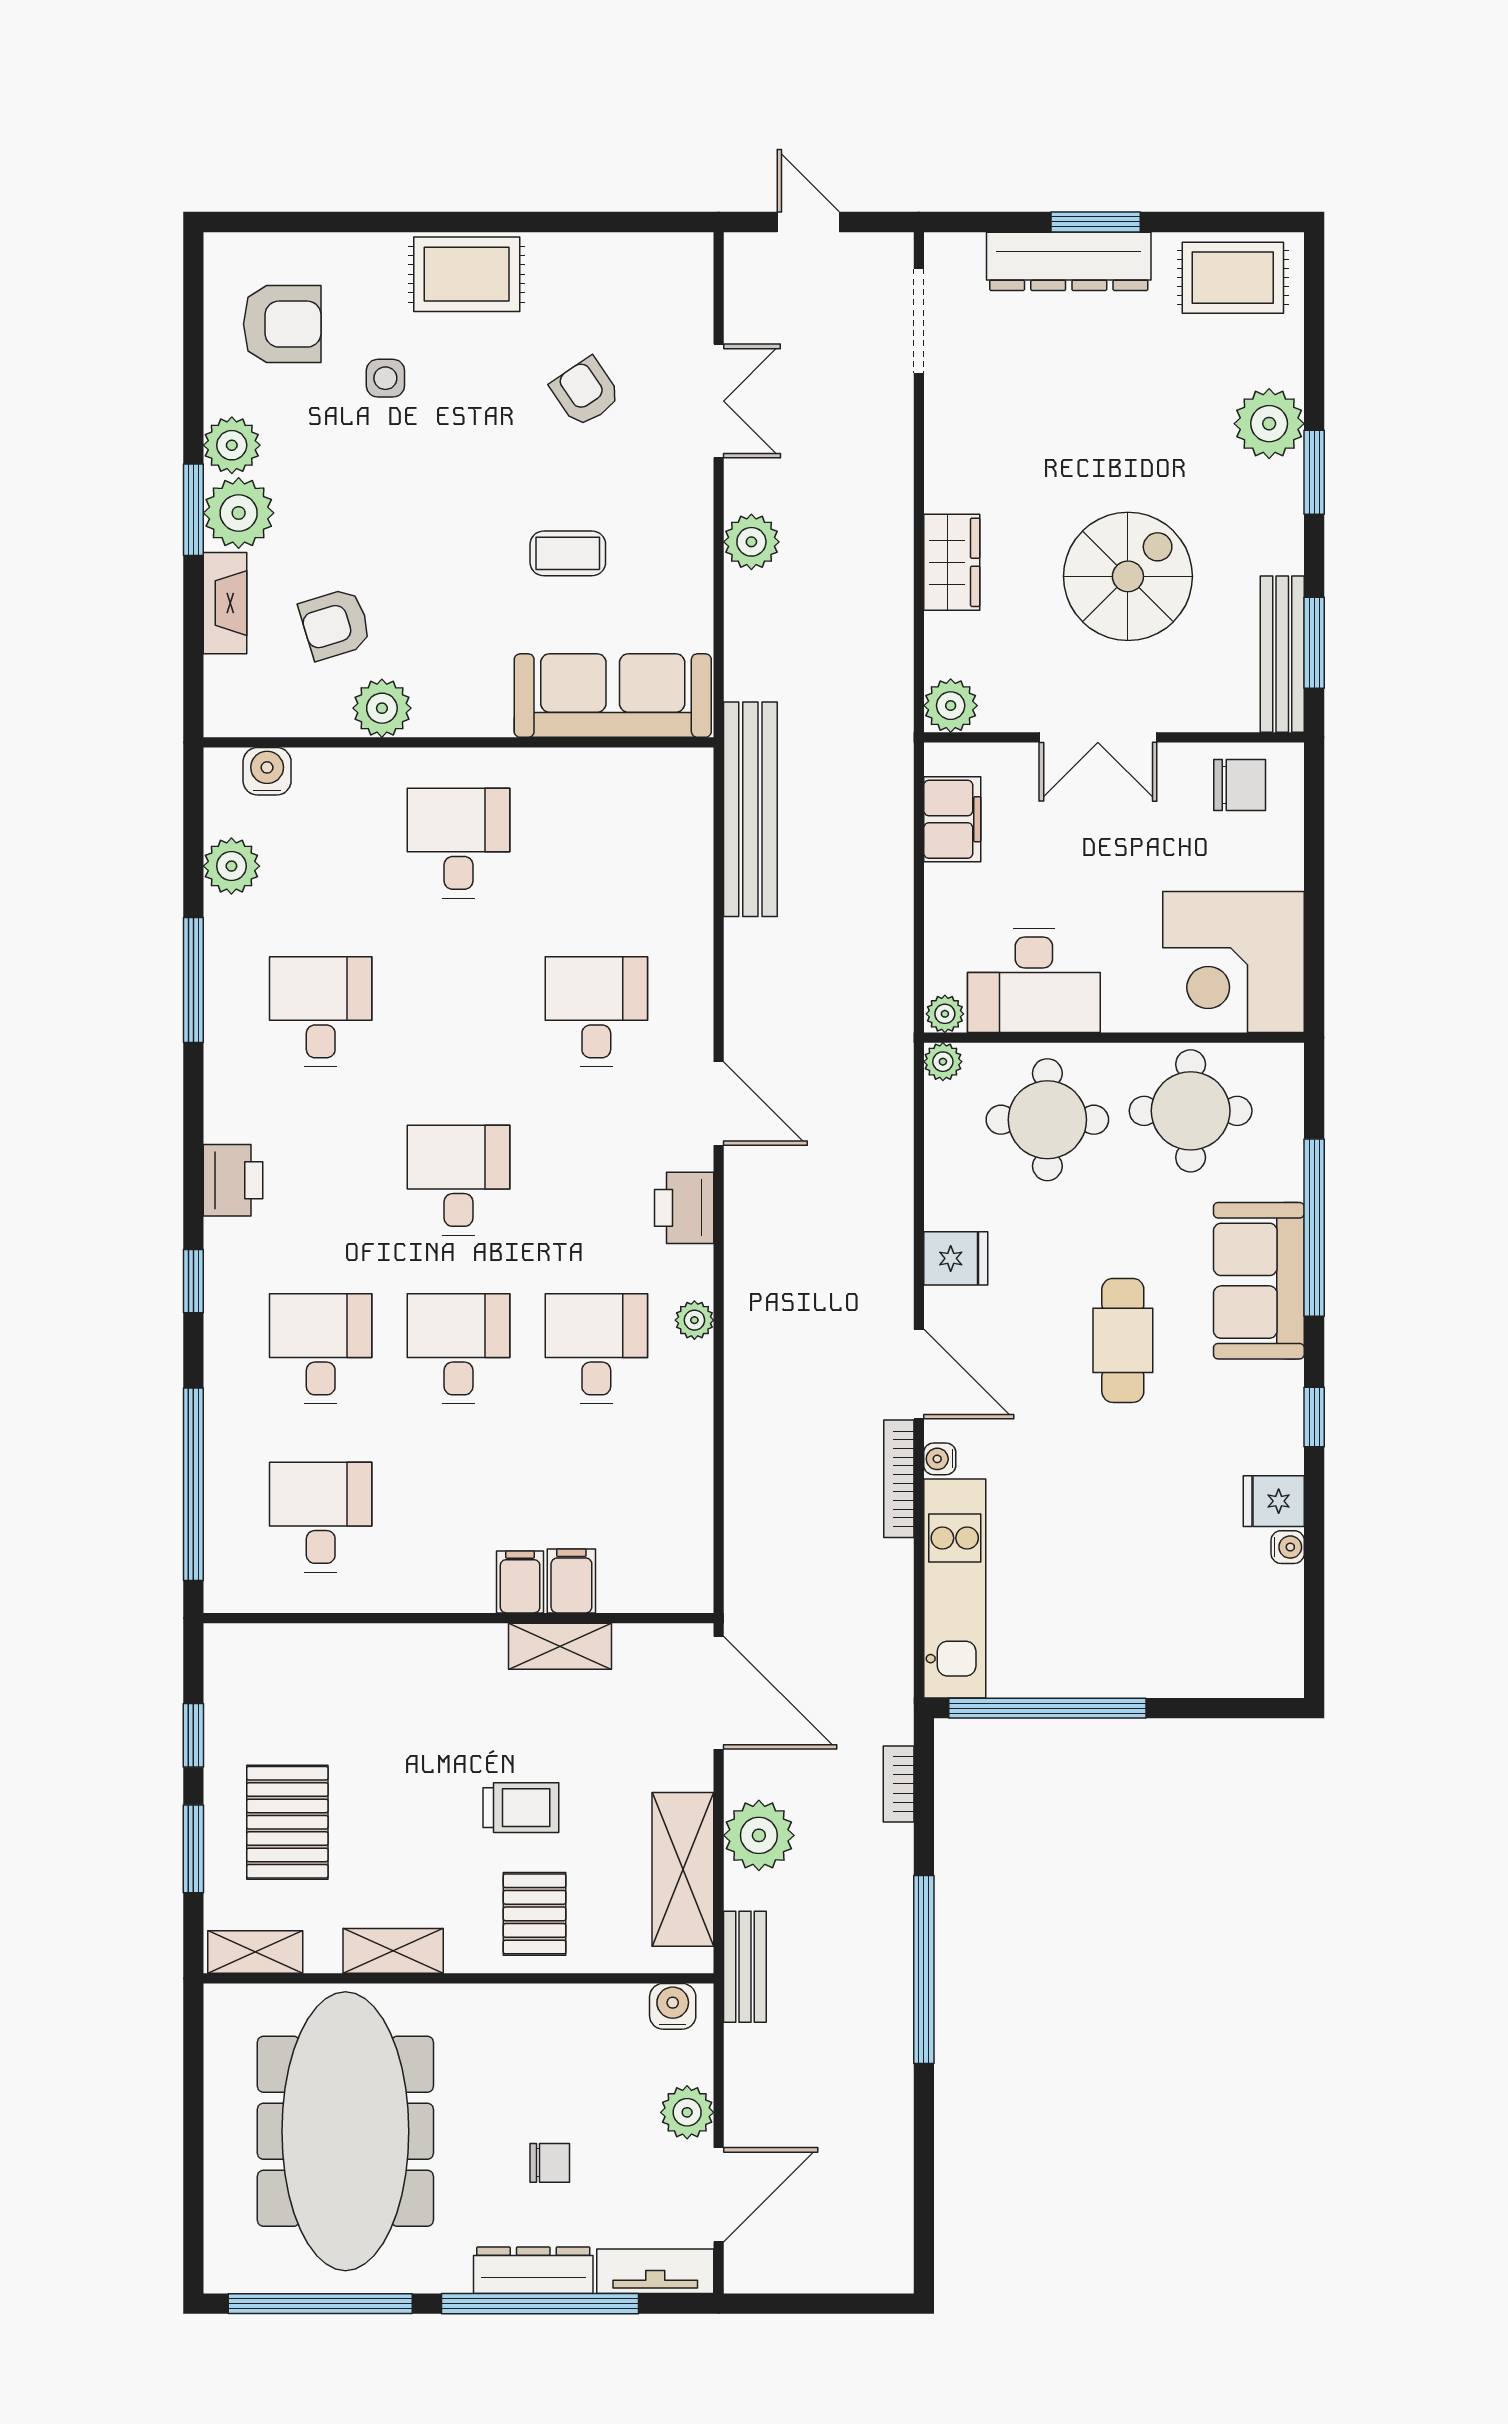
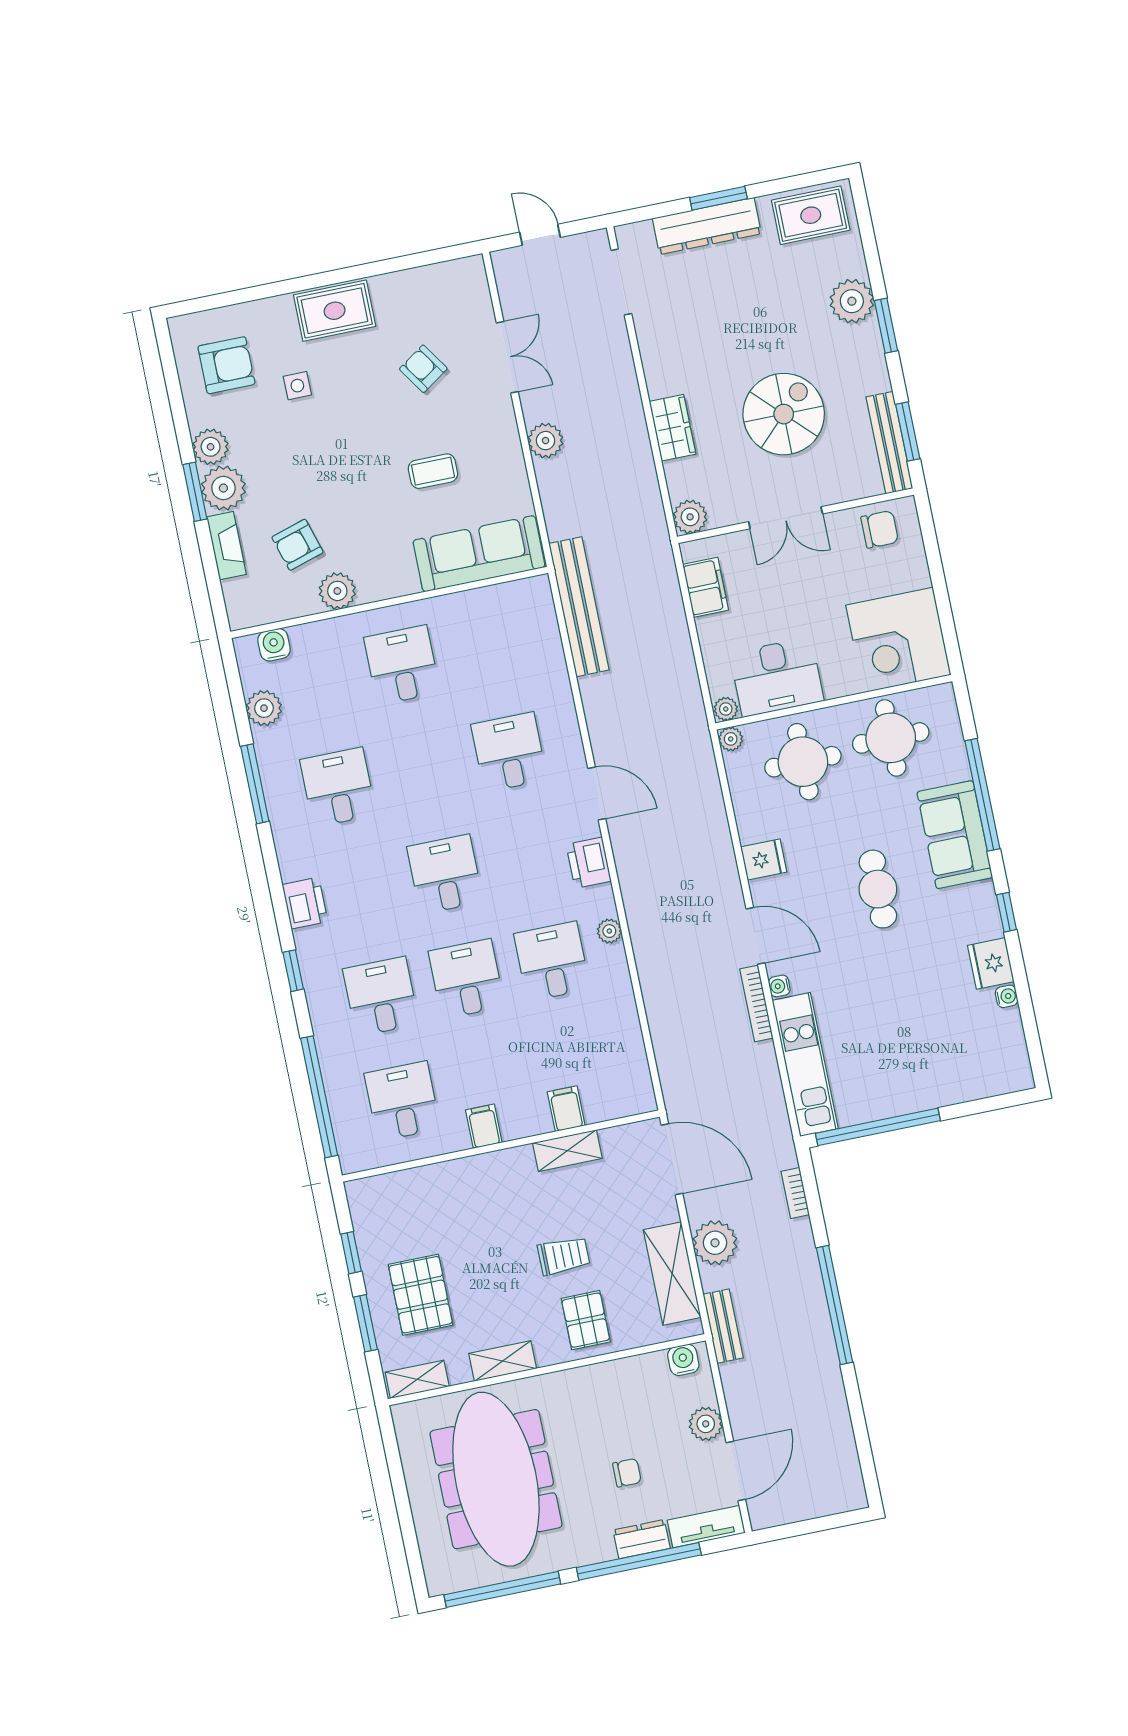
fridge: (1274, 1501) -> (991, 963), width x1.38
filing cabinet: (520, 1582) -> (484, 1126), moved
dresser: (533, 2270) -> (642, 1539), width x0.70

